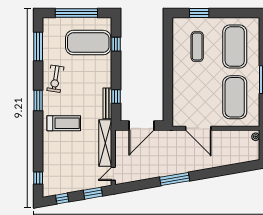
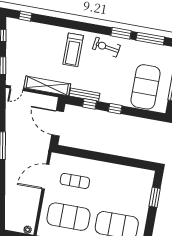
window: (116, 44) -> (115, 109), moved
exercise mat: (197, 47) -> (75, 181), moved
exercise bike: (55, 79) -> (106, 47), moved
window: (38, 100) -> (121, 33), moved
door: (113, 174) -> (17, 88), swing flipped

